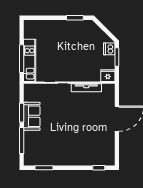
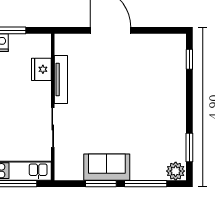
fridge: (108, 76) -> (41, 69), moved
plant: (29, 159) -> (176, 171), added

